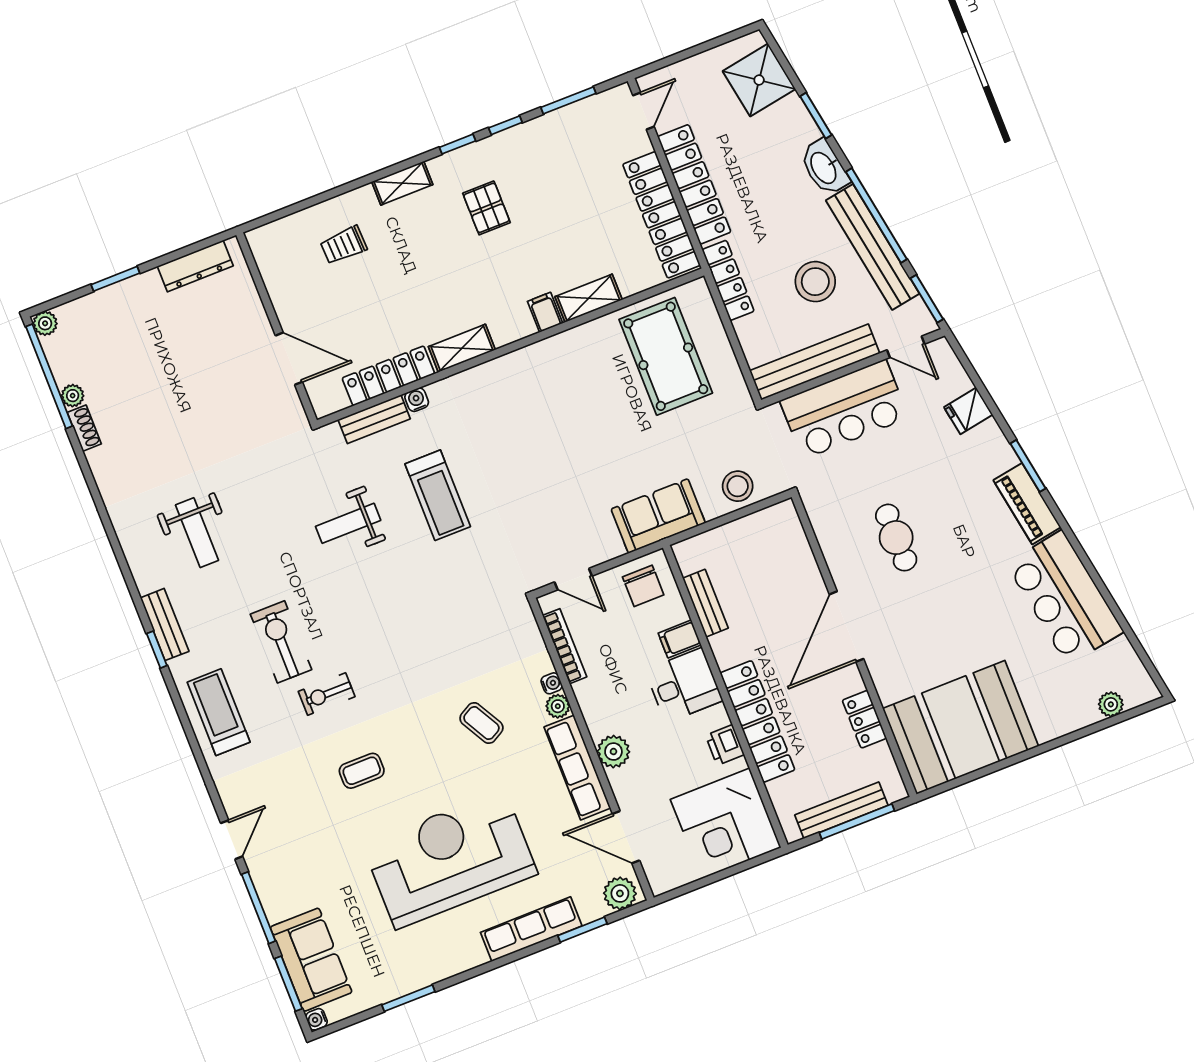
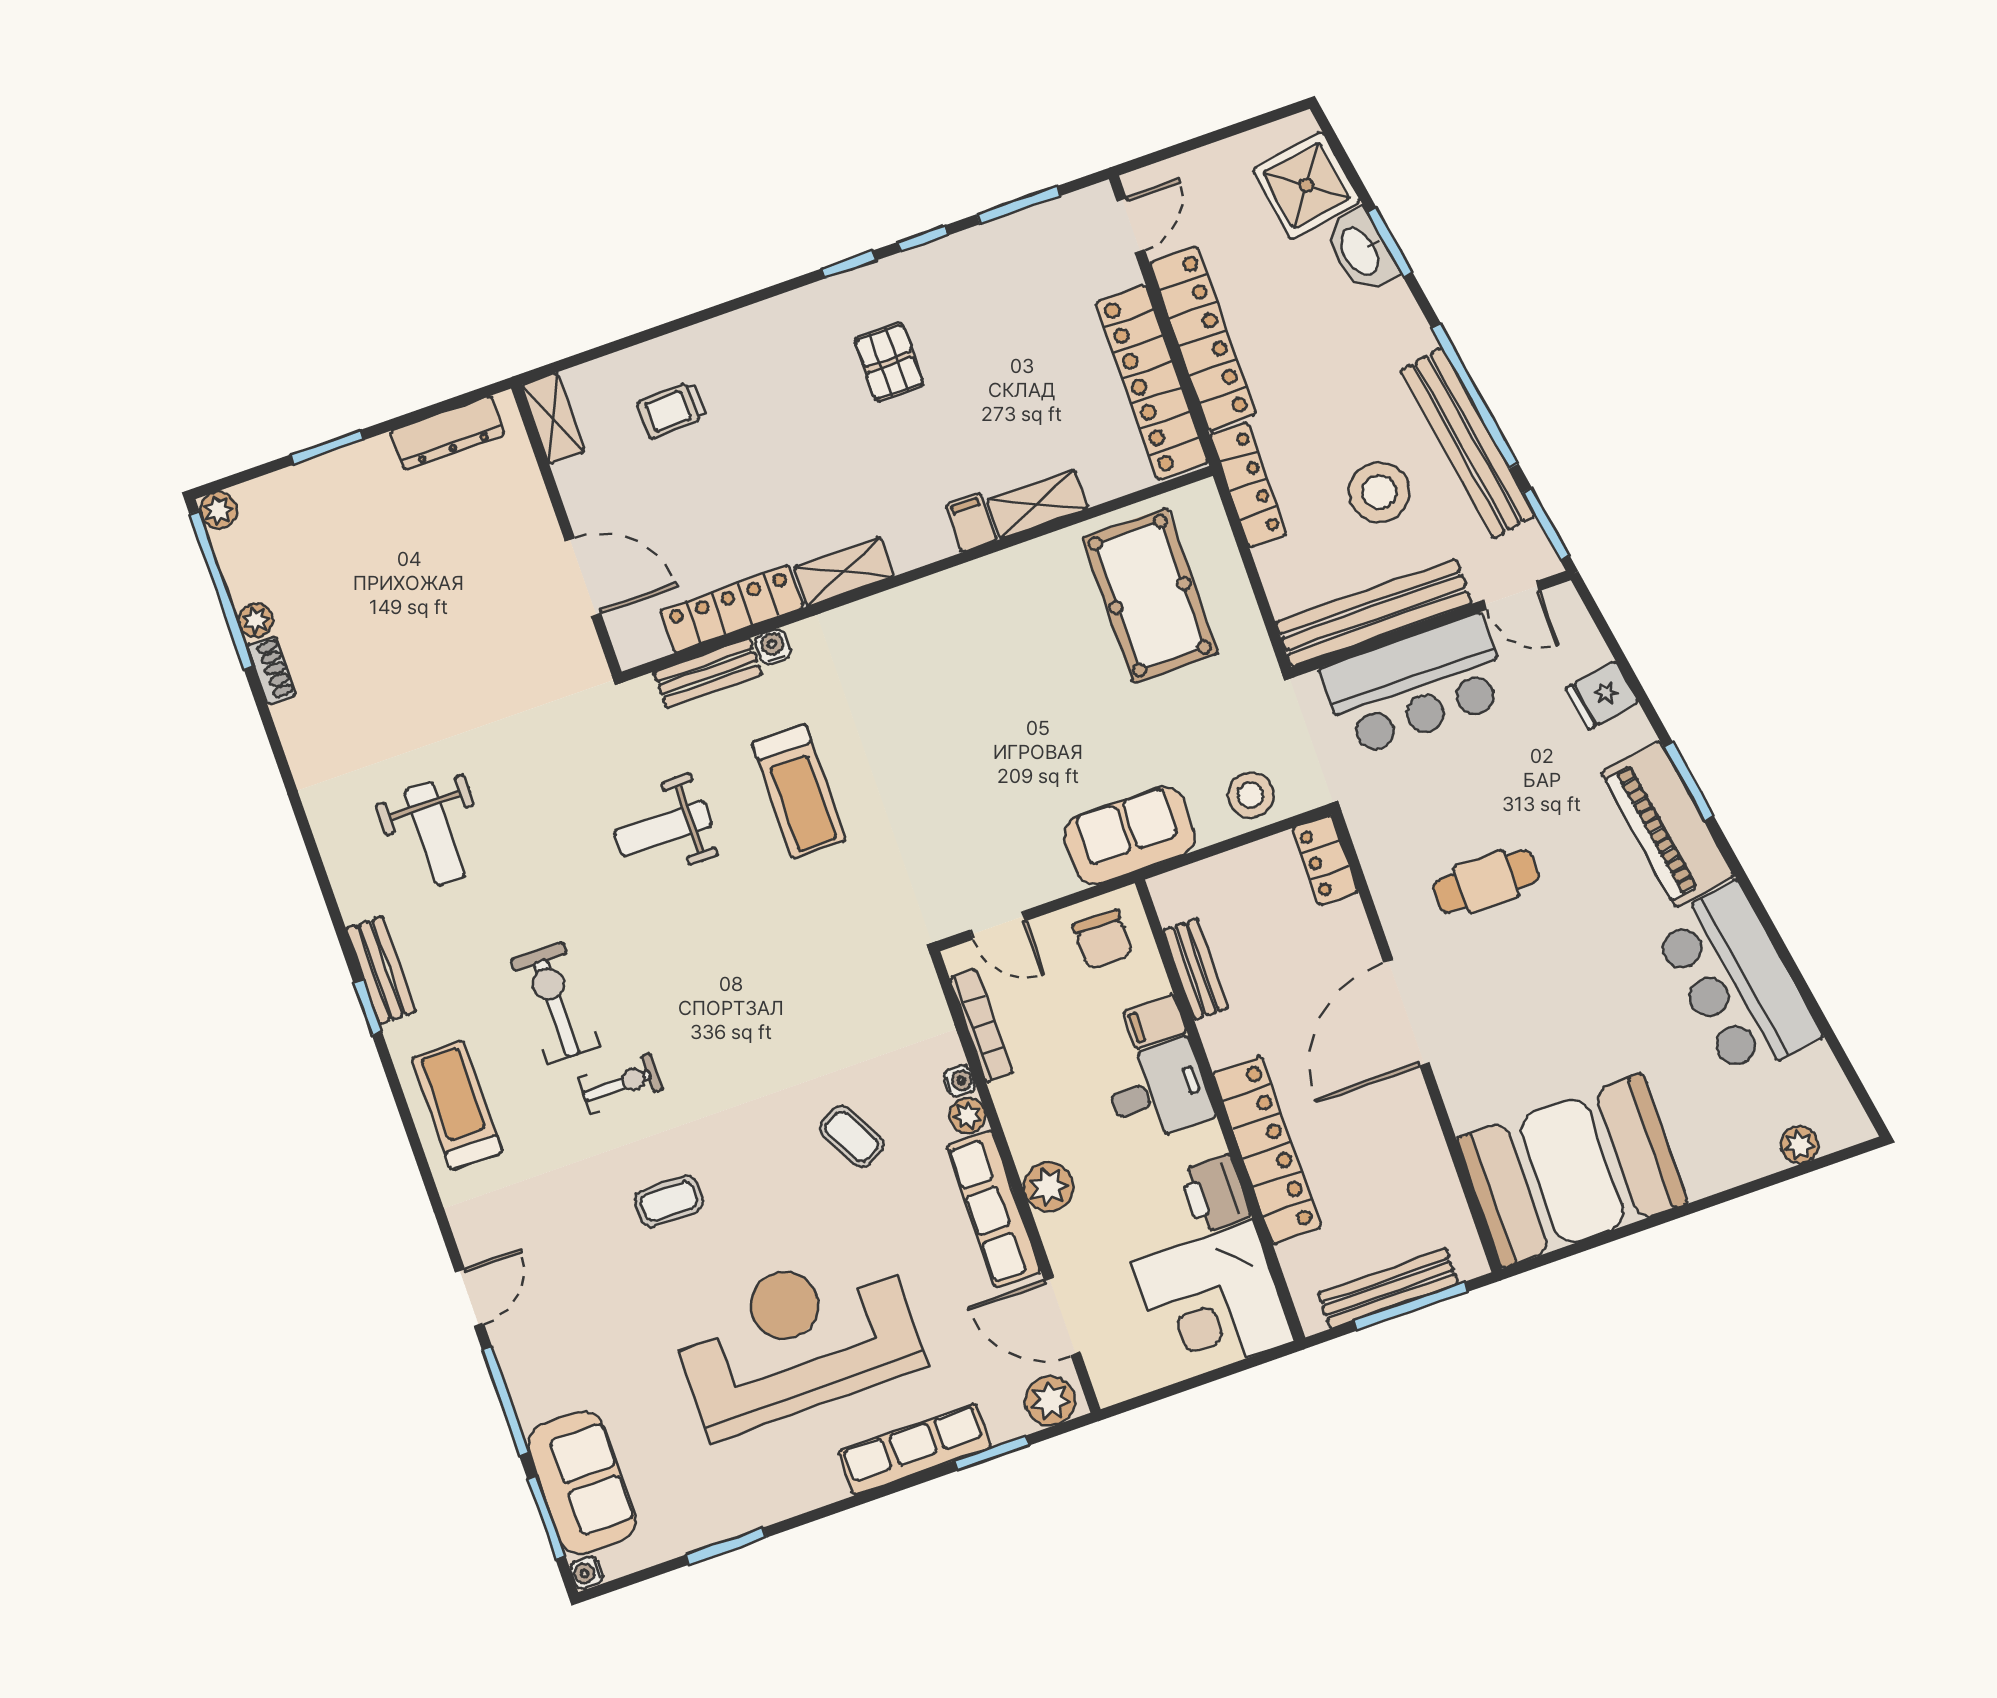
washbasin: (824, 167) -> (1361, 251), moved
shelving: (402, 183) -> (553, 418), moved, turned 90
piano: (1027, 504) -> (1668, 824), width x1.37, depth x1.33
cafe table: (896, 538) -> (1486, 881), turned 90
exercise bike: (327, 694) -> (620, 1084), turned 180
locker: (864, 719) -> (1325, 860), moved
printer: (725, 745) -> (1214, 1194), width x1.36, depth x1.24

